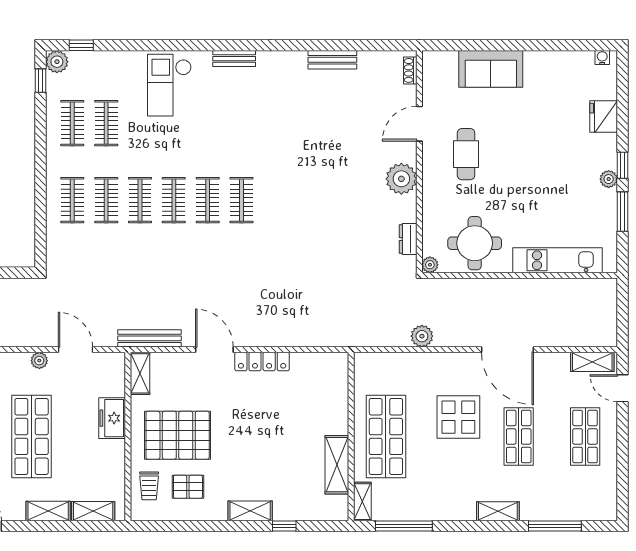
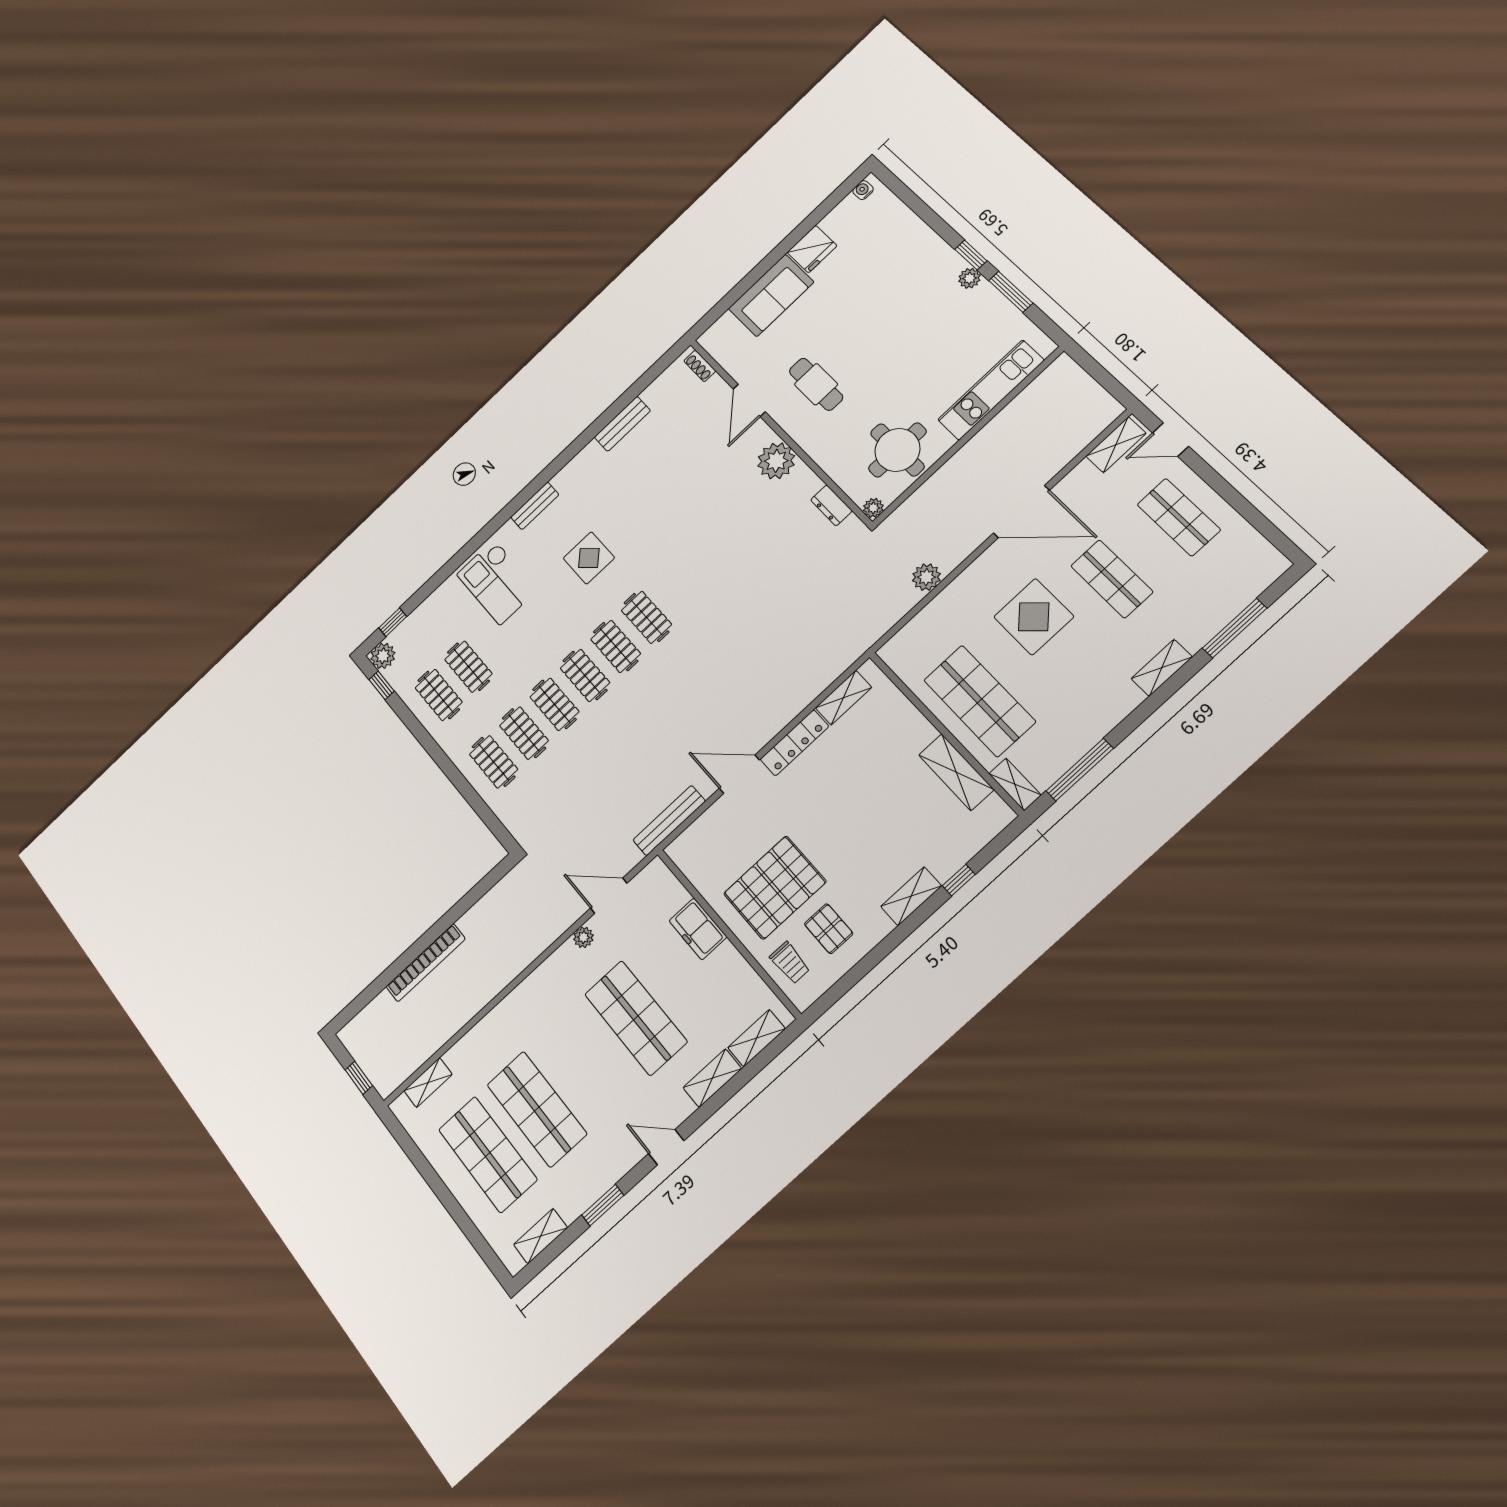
fridge: (604, 116) -> (812, 249), moved, turned -90
display table: (239, 127) -> (589, 558), added
shelving: (140, 373) -> (844, 698), moved, turned 90
pallet: (188, 487) -> (829, 929), turned 90

